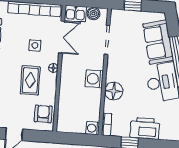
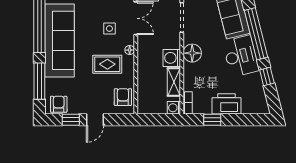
rug: (30, 80) -> (107, 64), turned 90
floor lamp: (114, 91) -> (192, 53), moved
shelving: (95, 103) -> (174, 82), added

